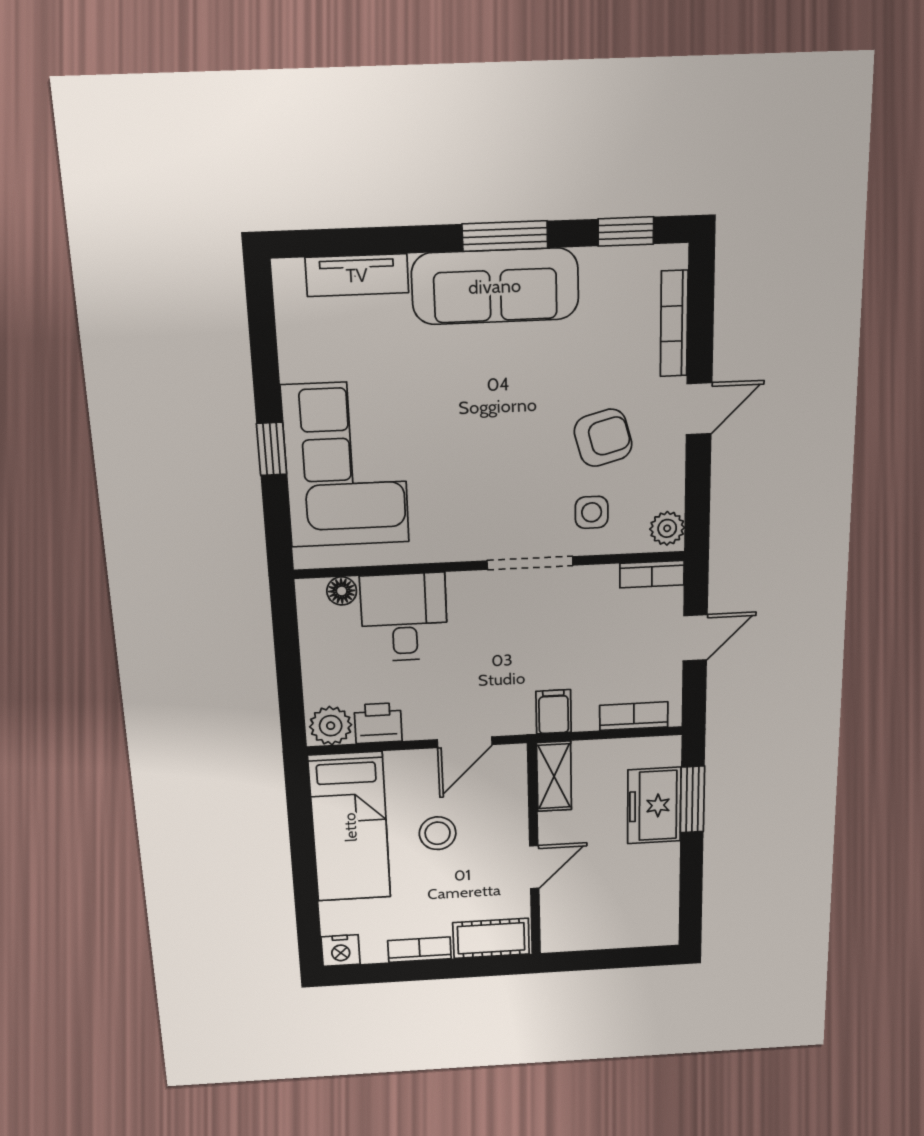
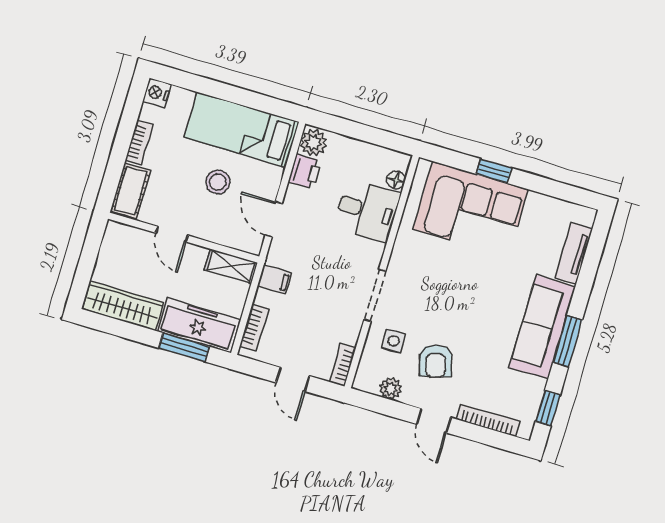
plant: (667, 528) -> (390, 389), moved
freezer: (654, 806) -> (199, 325), width x1.40
wardrobe: (658, 895) -> (123, 306), added

